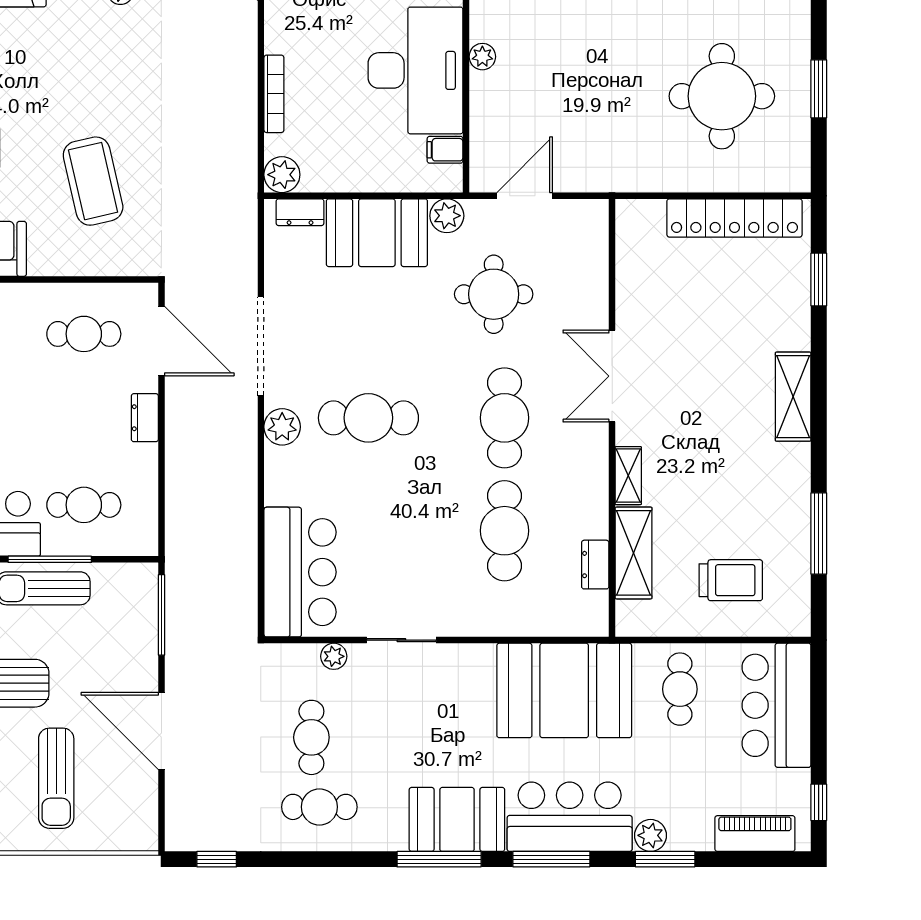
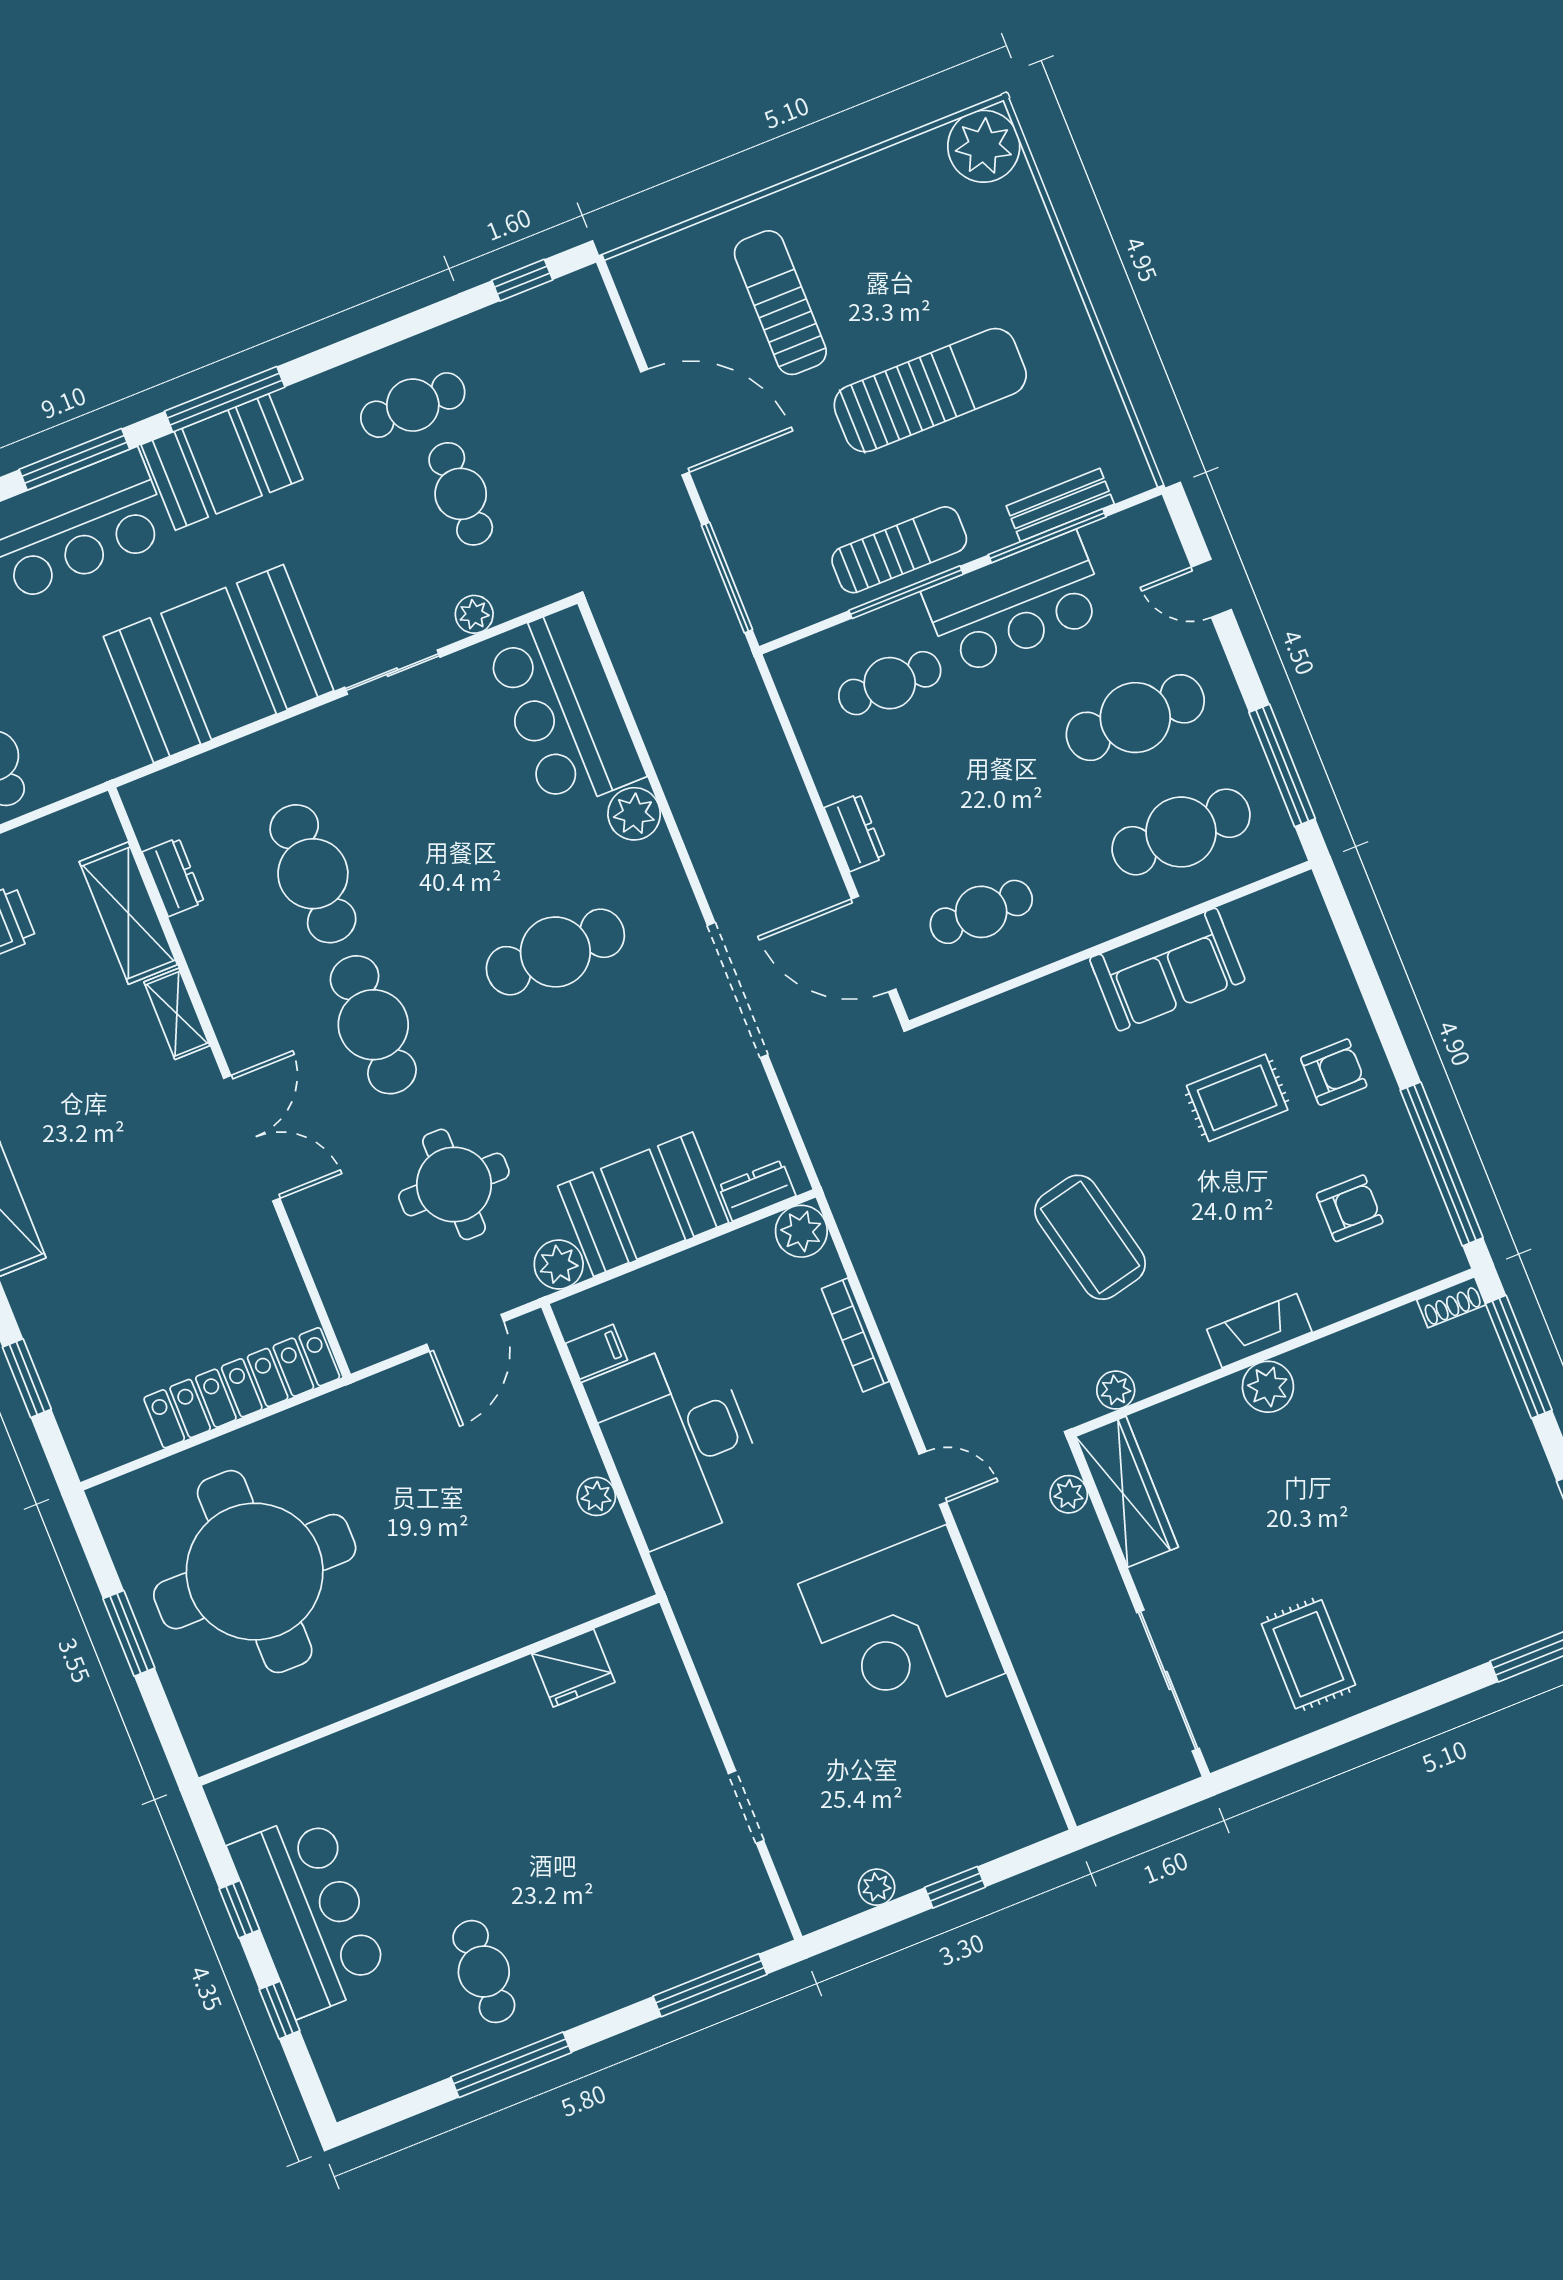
round table: (722, 96) -> (255, 1572), width x1.36, depth x1.36
coffee table: (93, 181) -> (1090, 1237), moved
locker: (735, 218) -> (242, 1388), moved
plant: (282, 427) -> (634, 814), moved
booth: (564, 690) -> (219, 664), moved

